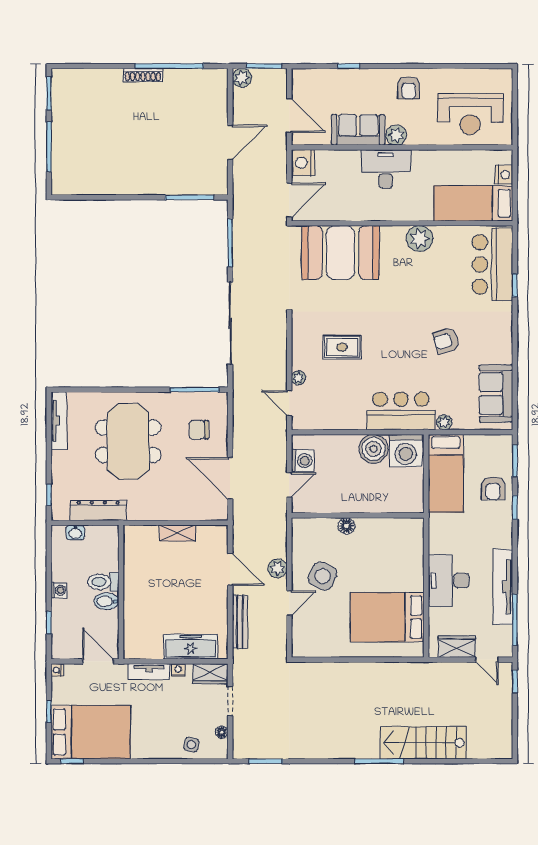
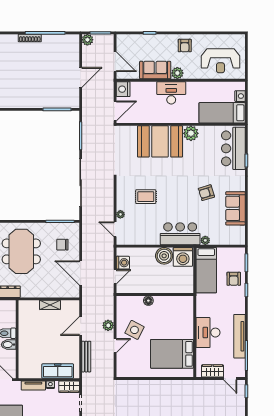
booth: (341, 252) -> (160, 141), moved
sofa: (496, 394) -> (235, 208), moved
door: (230, 569) -> (81, 326), swing flipped

